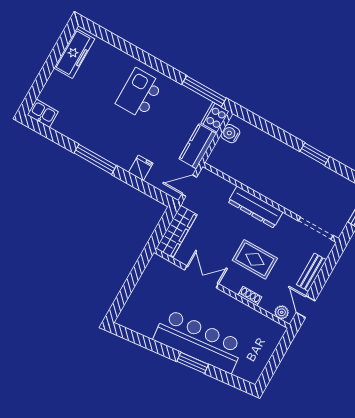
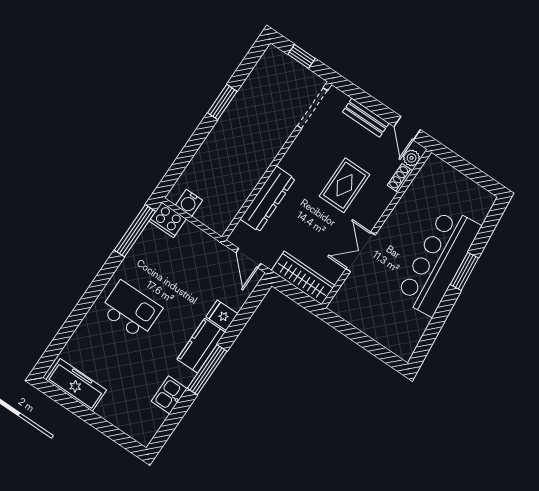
kitchen island: (139, 93) -> (131, 310), turned 180
kitchen sink: (43, 113) -> (169, 395), moved
kitchen counter: (198, 146) -> (201, 346), moved, turned 90
dresser: (255, 207) -> (268, 199), moved
shoe rack: (250, 296) -> (400, 178), moved
door: (306, 307) -> (407, 128), hinge flipped

